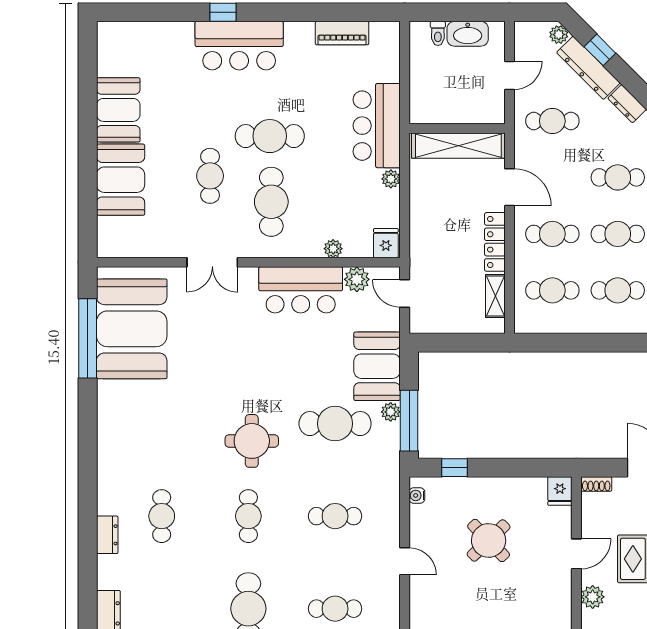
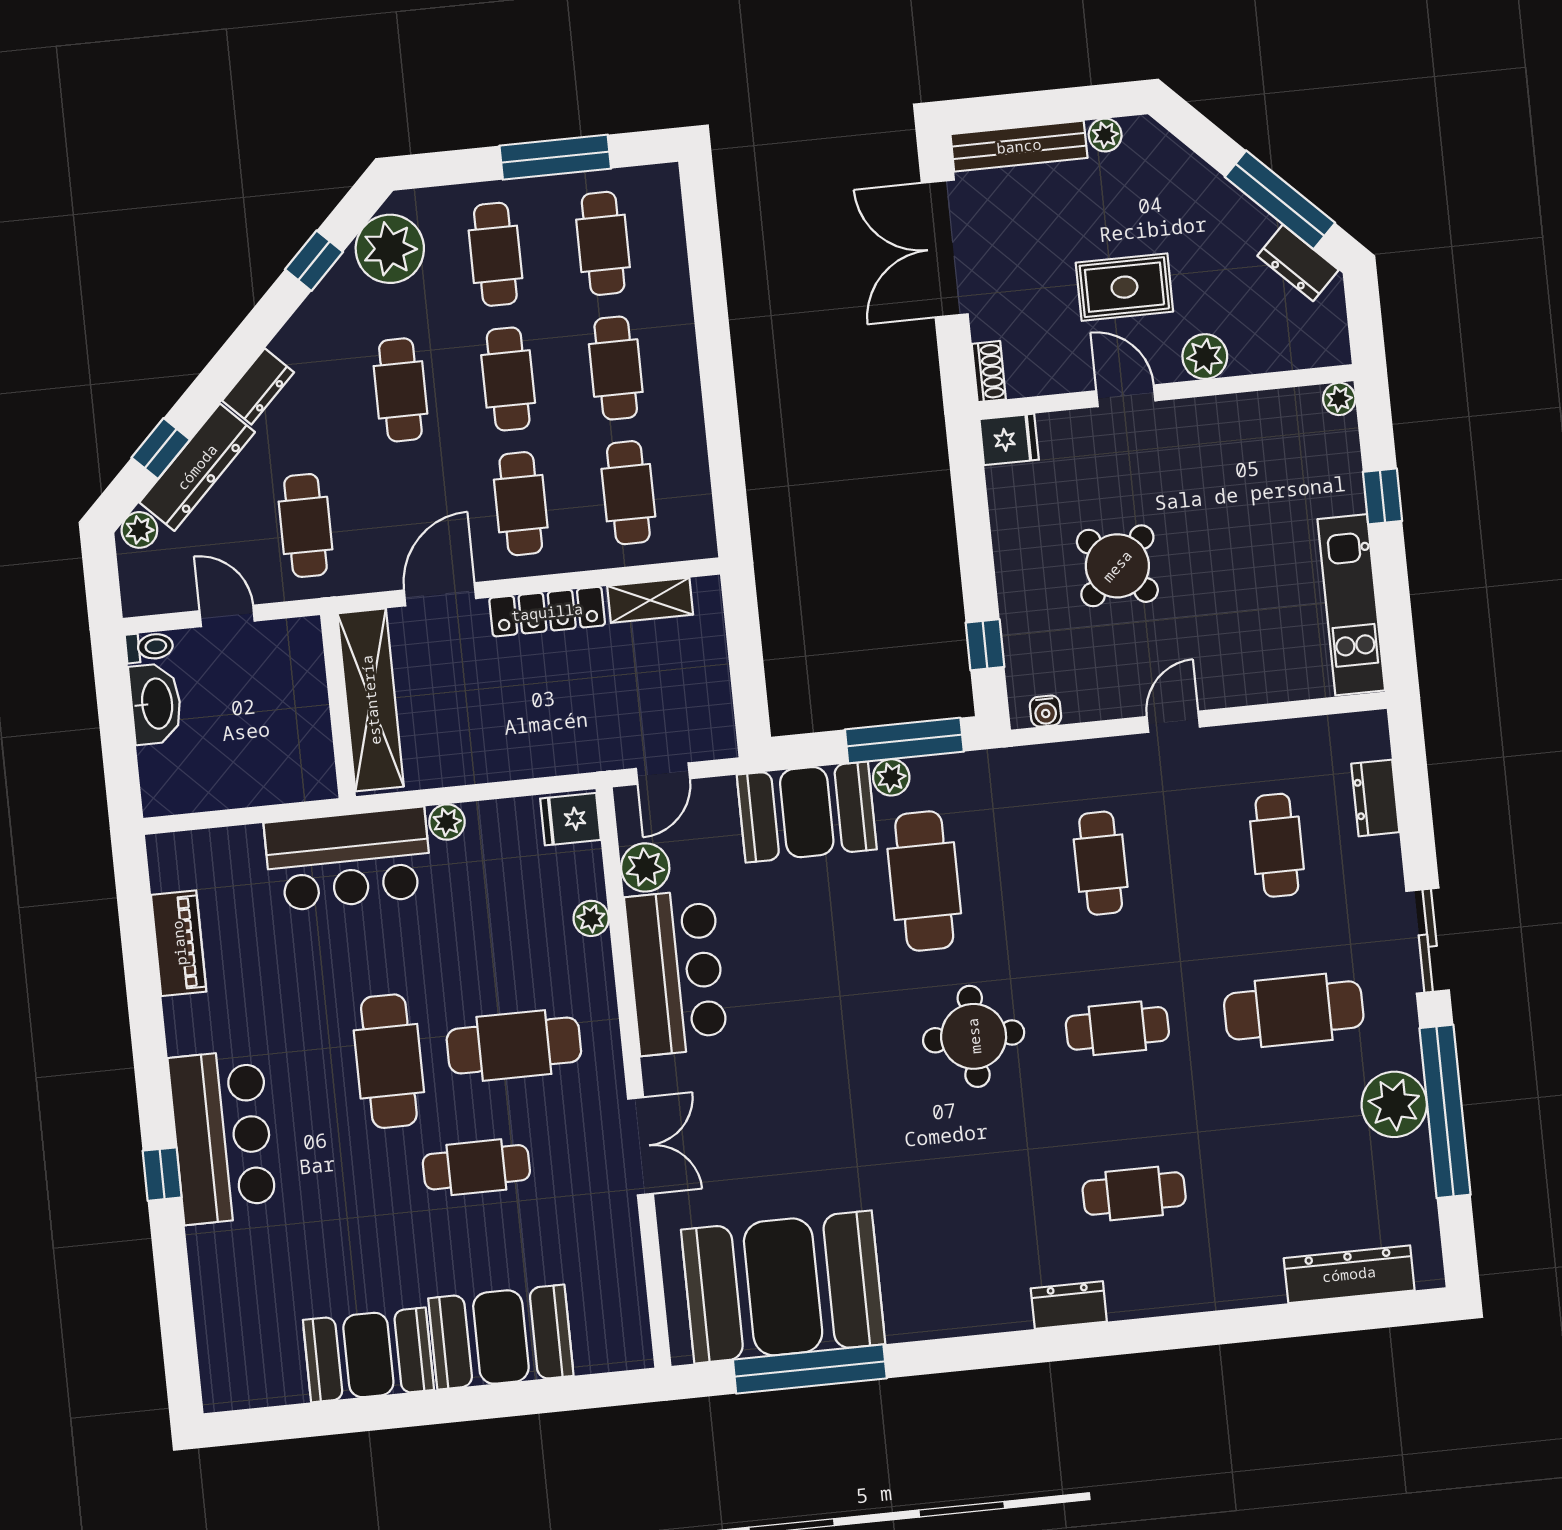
toilet: (438, 33) -> (149, 647), moved
dresser: (107, 535) -> (1069, 1305), moved

